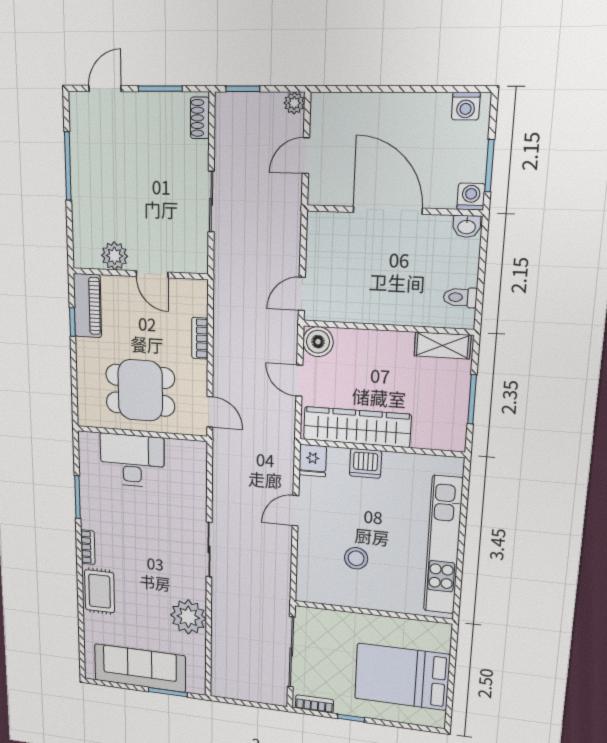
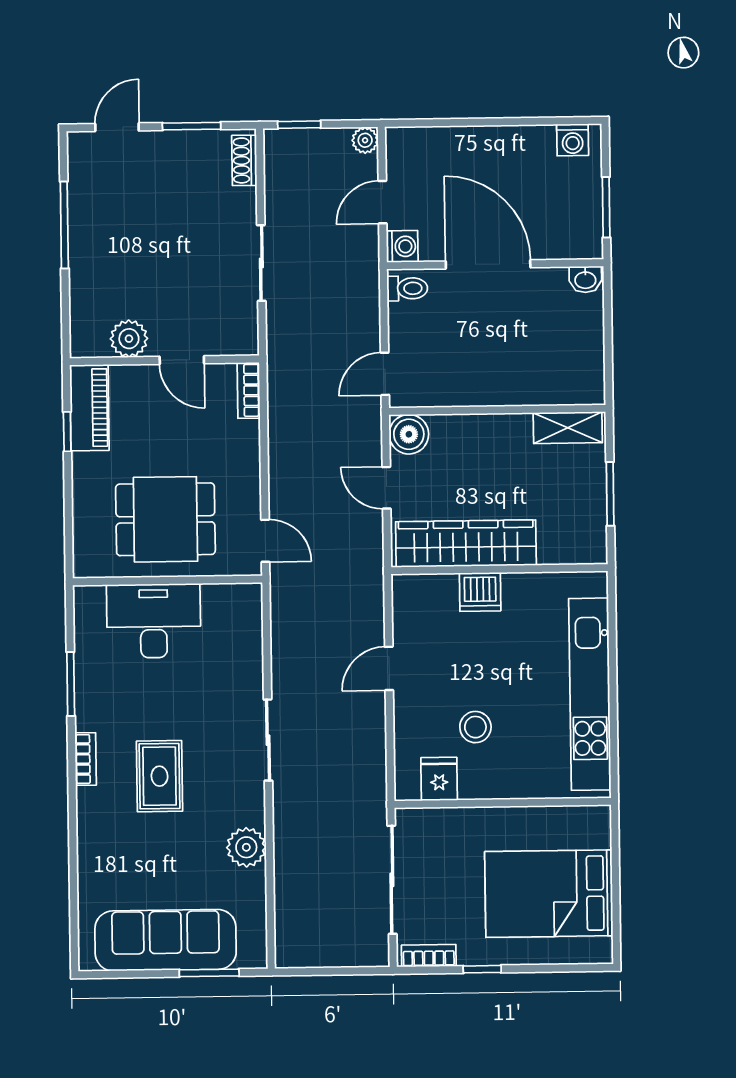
washing machine: (471, 197) -> (402, 246), moved, turned 90
toilet: (460, 297) -> (407, 288), moved, turned 180
bookcase: (200, 338) -> (249, 390), moved
fridge: (313, 461) -> (439, 779), moved, turned 180
rug: (100, 591) -> (160, 776), moved
plant: (188, 617) -> (246, 847), width x0.73, depth x0.73

